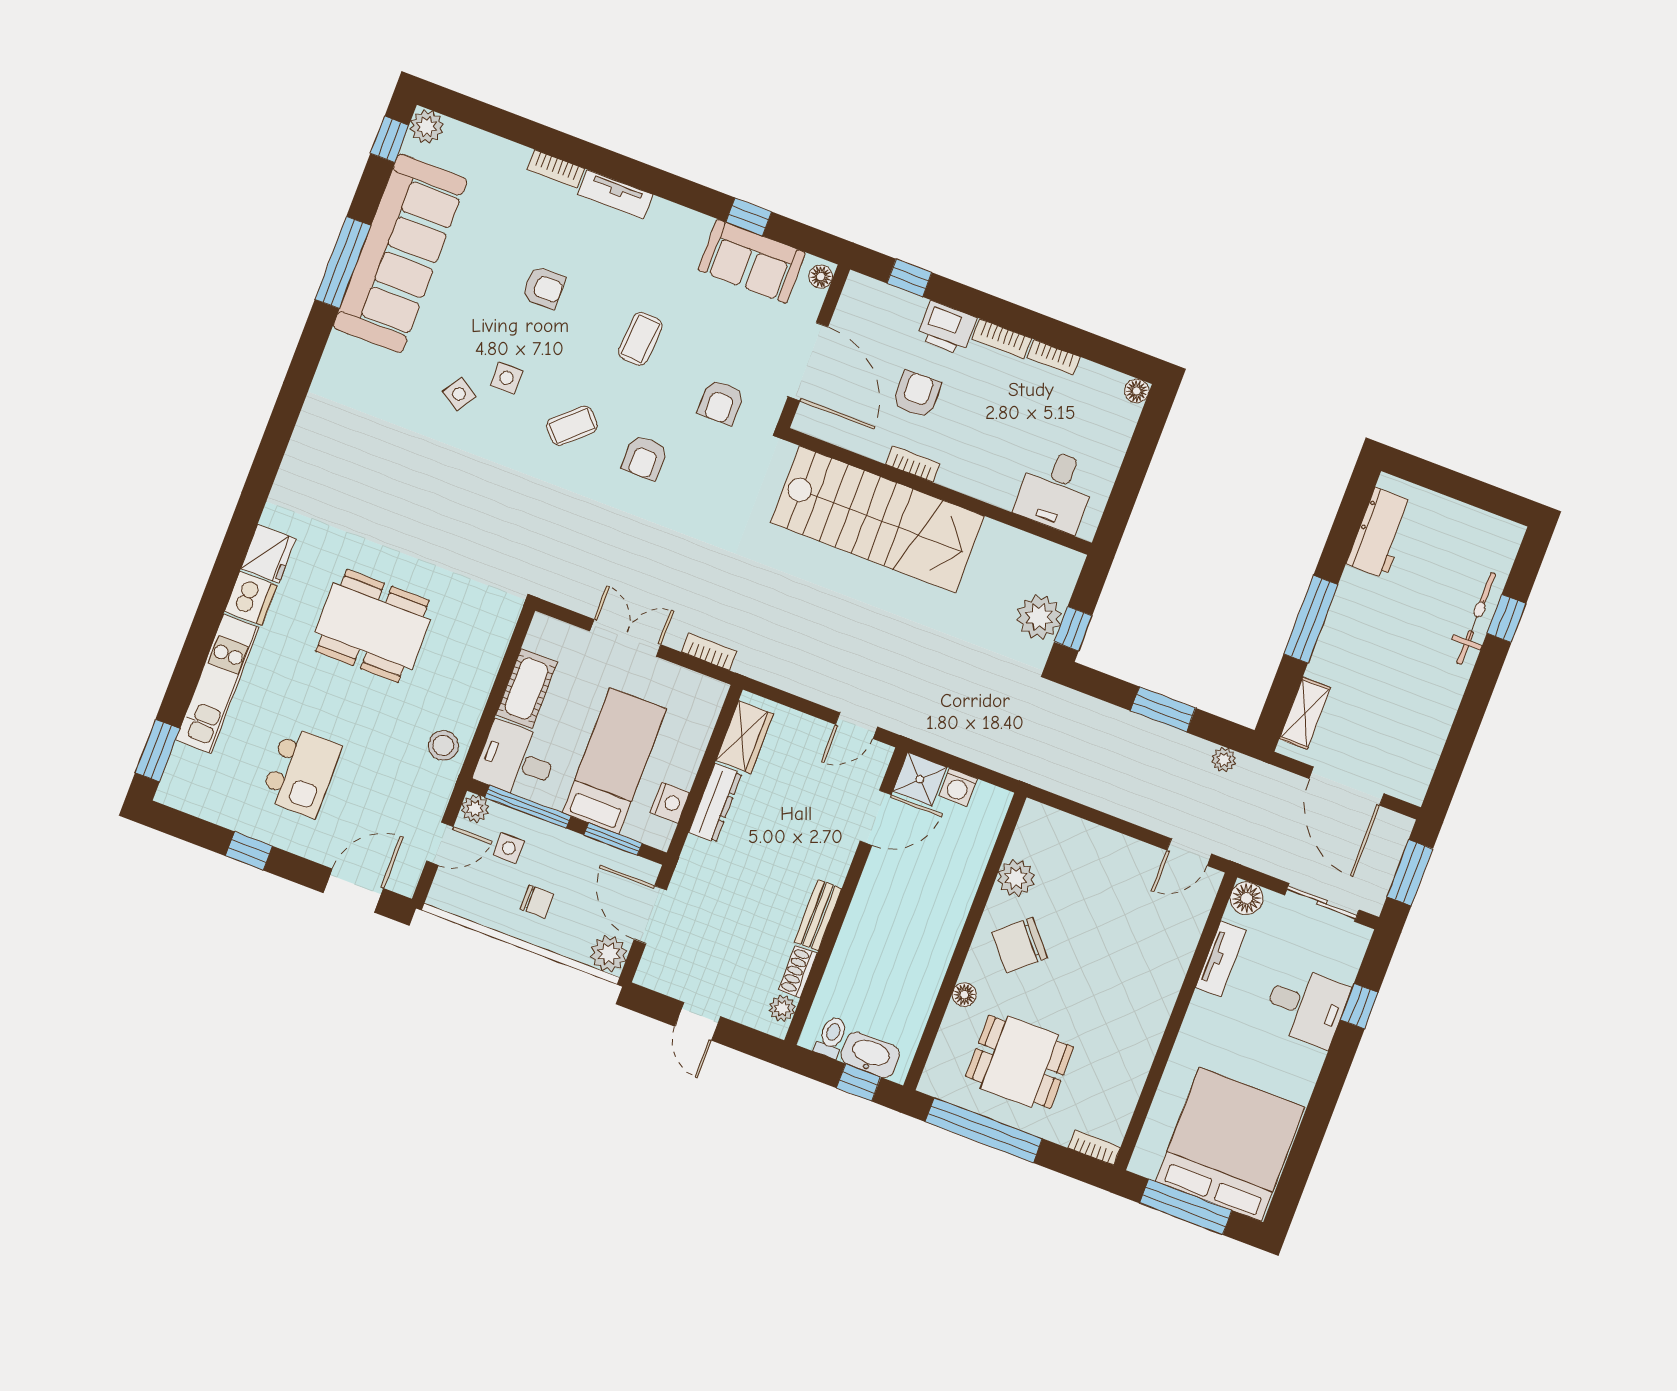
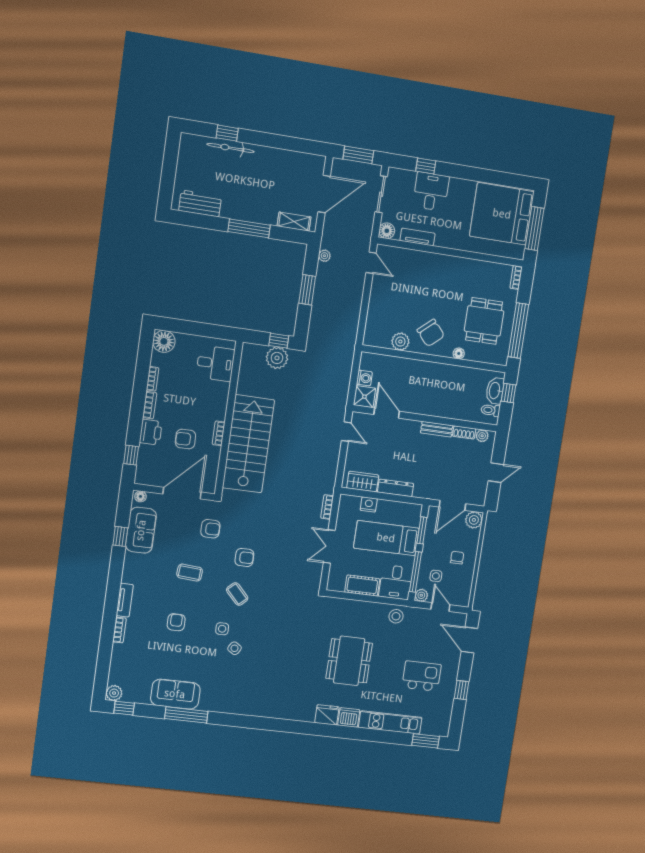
sofa: (400, 253) -> (175, 694), width x0.54, depth x0.79
floor lamp: (1137, 391) -> (164, 341), width x1.89, depth x1.89
nightstand: (670, 802) -> (369, 504), moved

